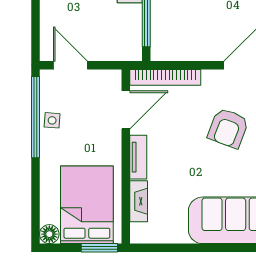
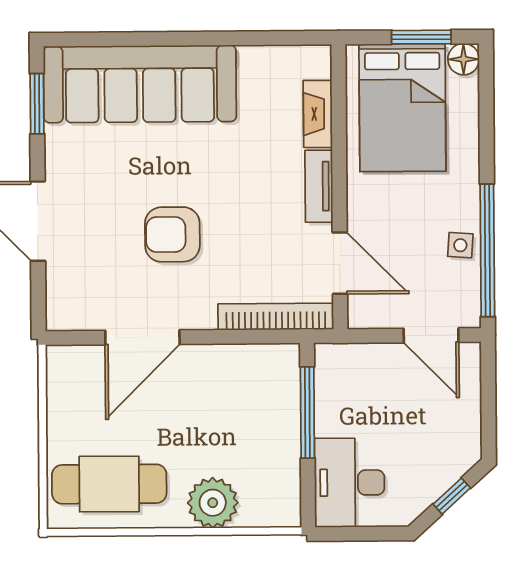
door: (126, 110) -> (340, 263), swing flipped
armchair: (228, 128) -> (172, 234), turned -111
window: (99, 248) -> (421, 37), moved

